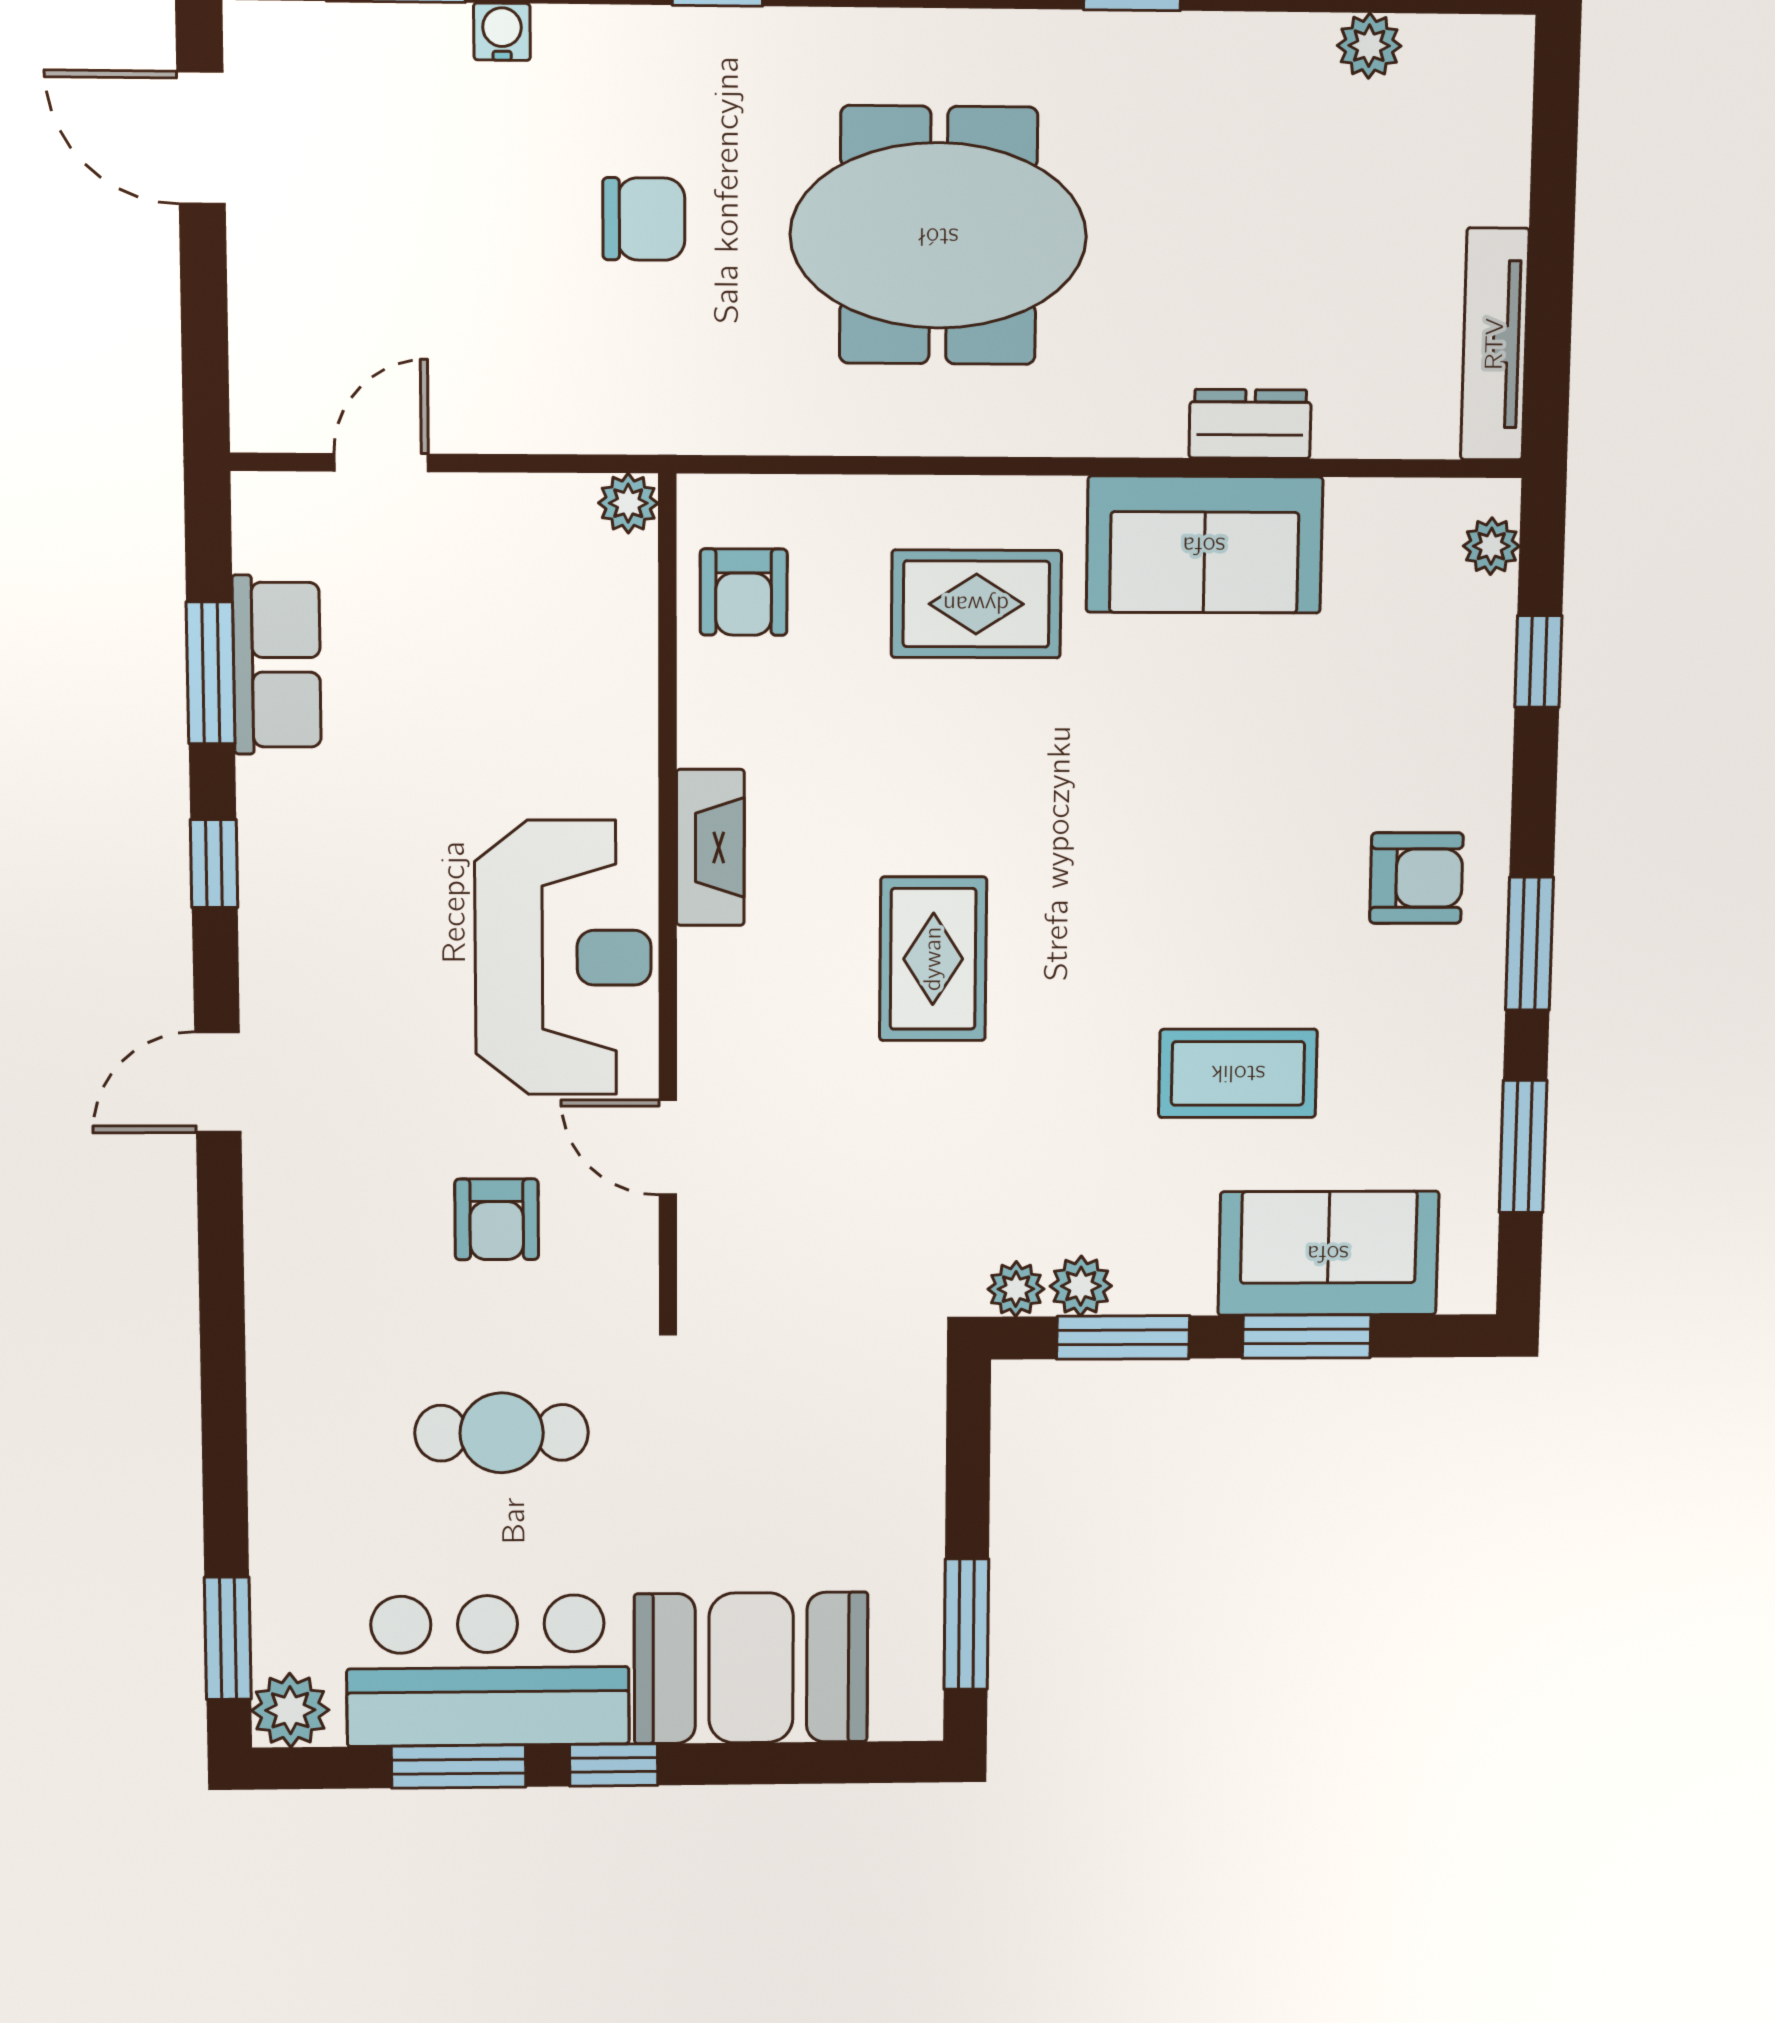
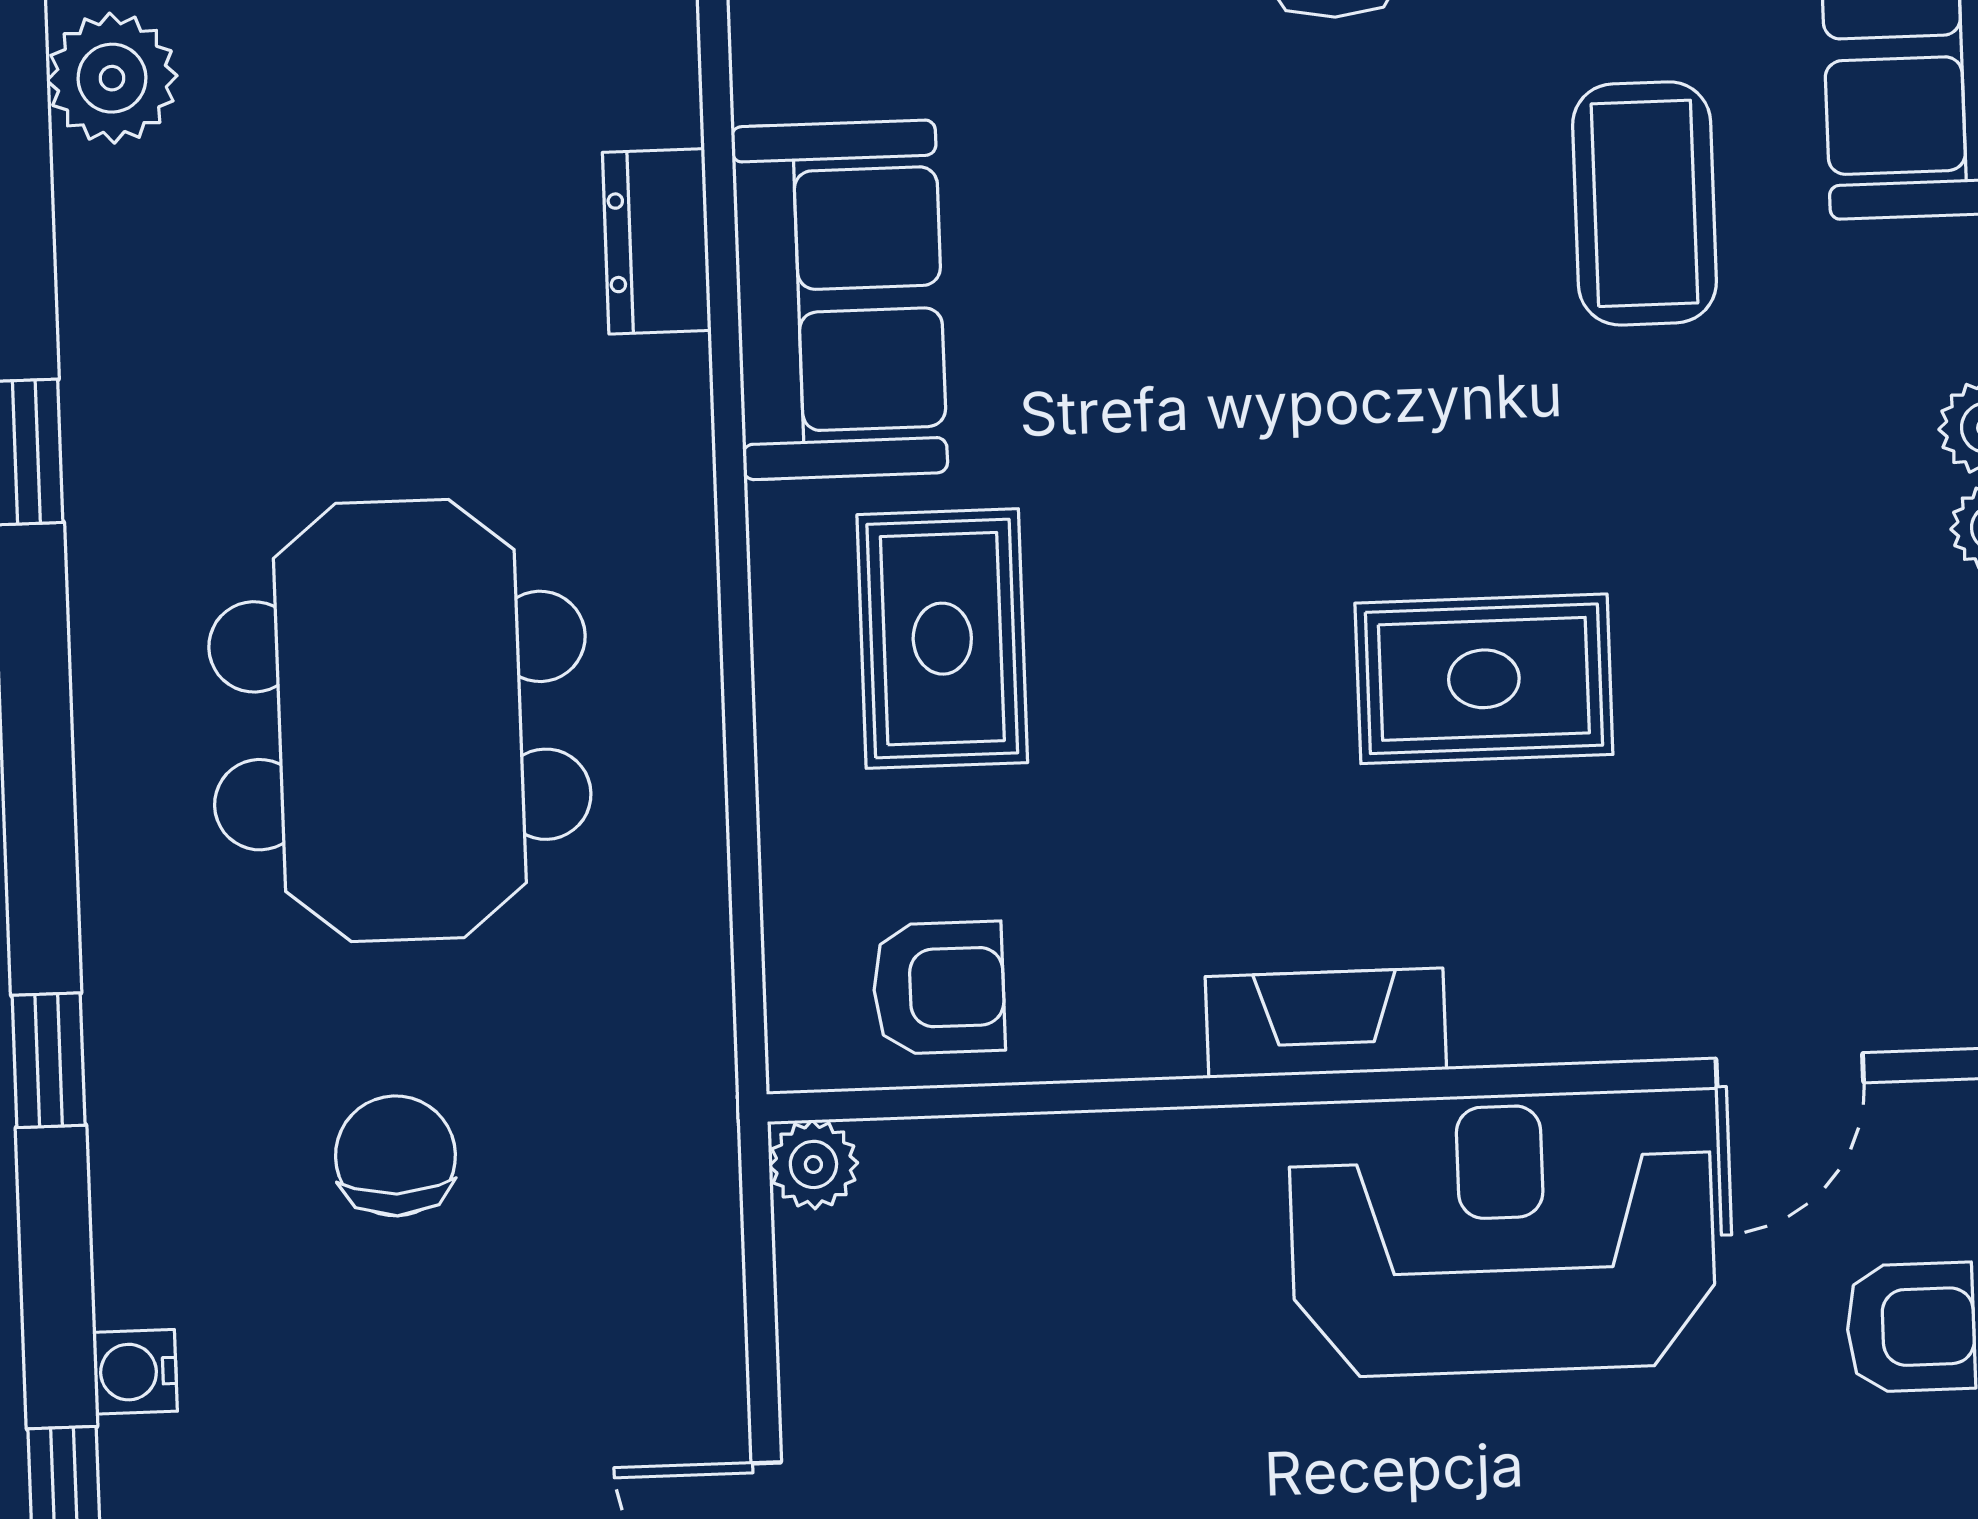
plant: (1369, 46) -> (112, 78), width x1.38, depth x1.38

